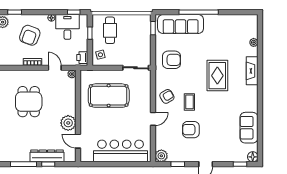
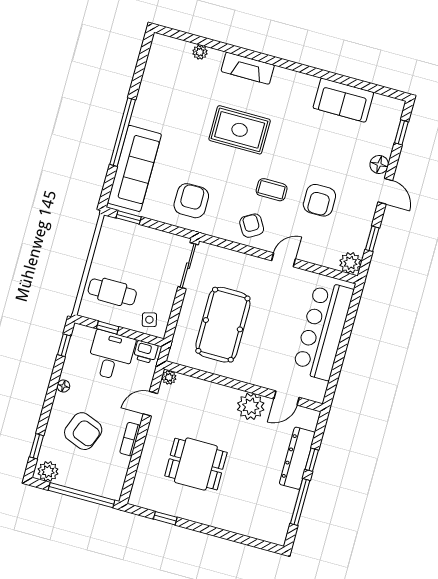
desk: (67, 27) -> (111, 355), moved, turned 90
door: (153, 119) -> (284, 260), hinge flipped
floor lamp: (253, 157) -> (379, 164), moved

